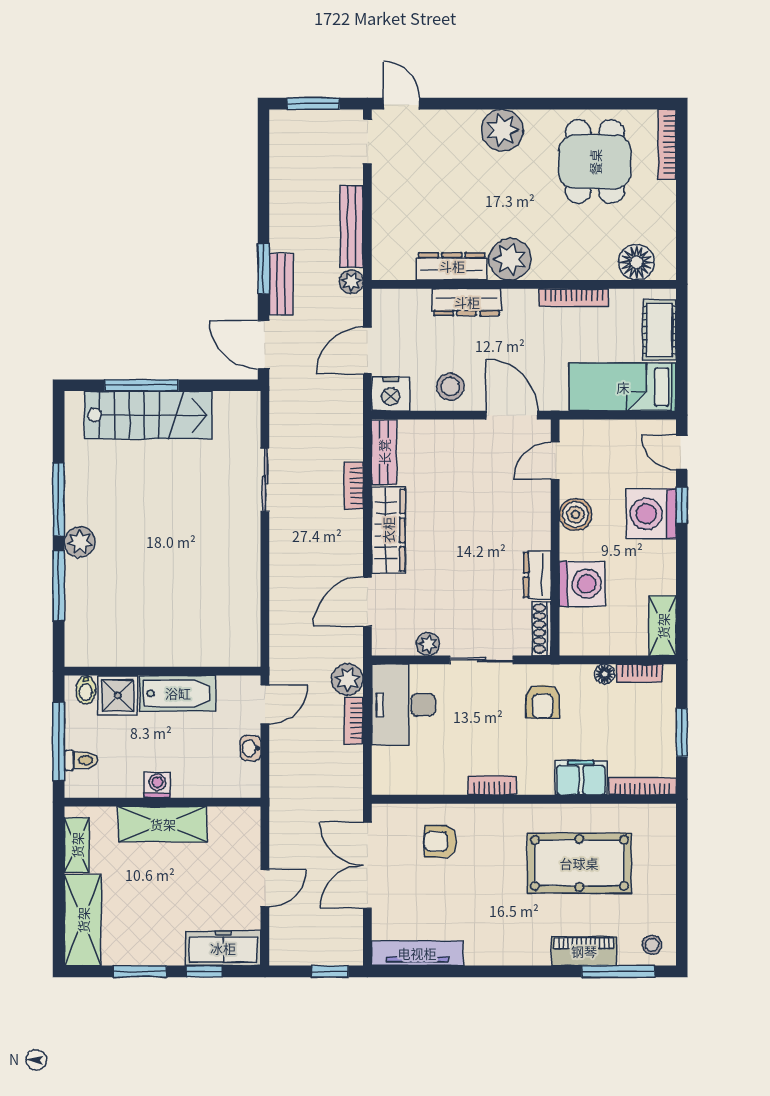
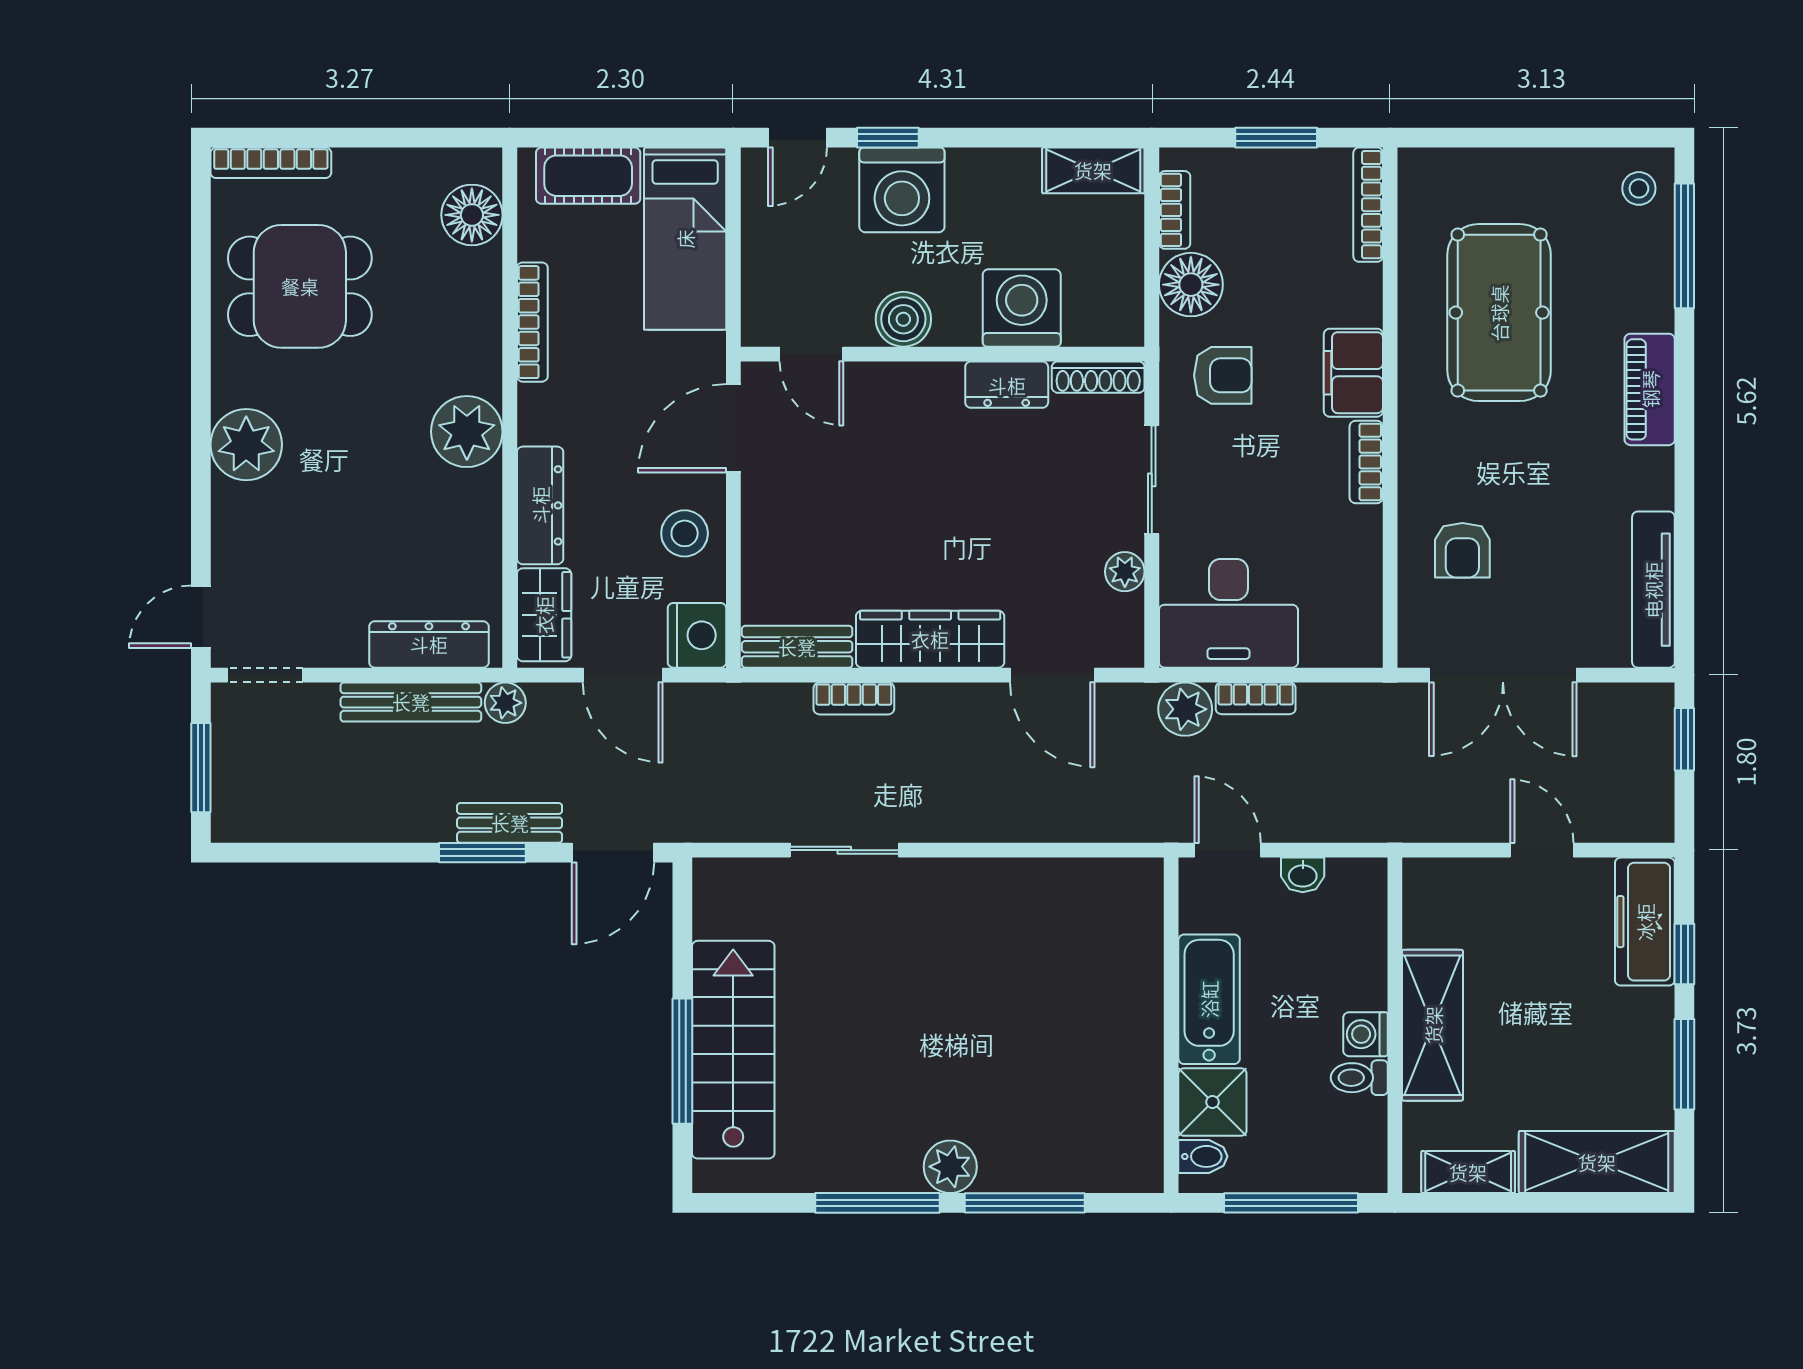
dresser: (452, 266) -> (429, 644), moved, turned 90
wardrobe: (403, 304) -> (544, 615), added
floor lamp: (605, 674) -> (1191, 285), width x1.89, depth x1.89
toilet: (81, 760) -> (1359, 1078), moved, turned -90
filing cabinet: (581, 778) -> (1353, 373), moved
piano: (584, 951) -> (1650, 389), moved

